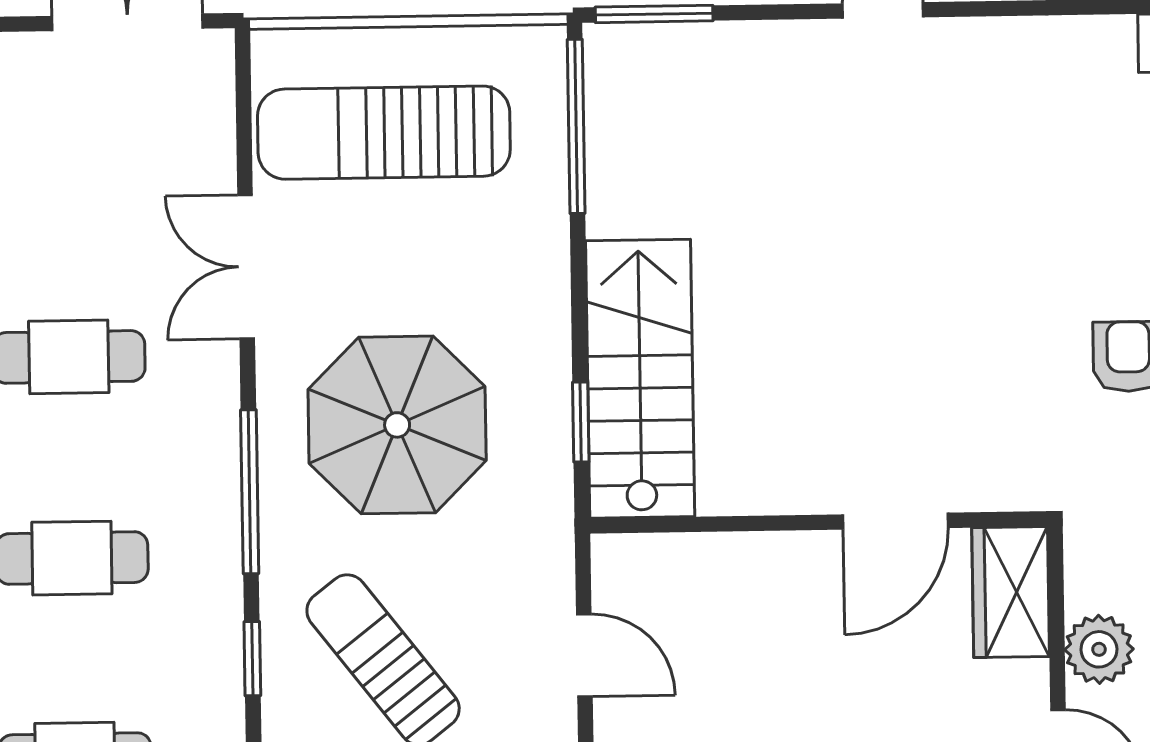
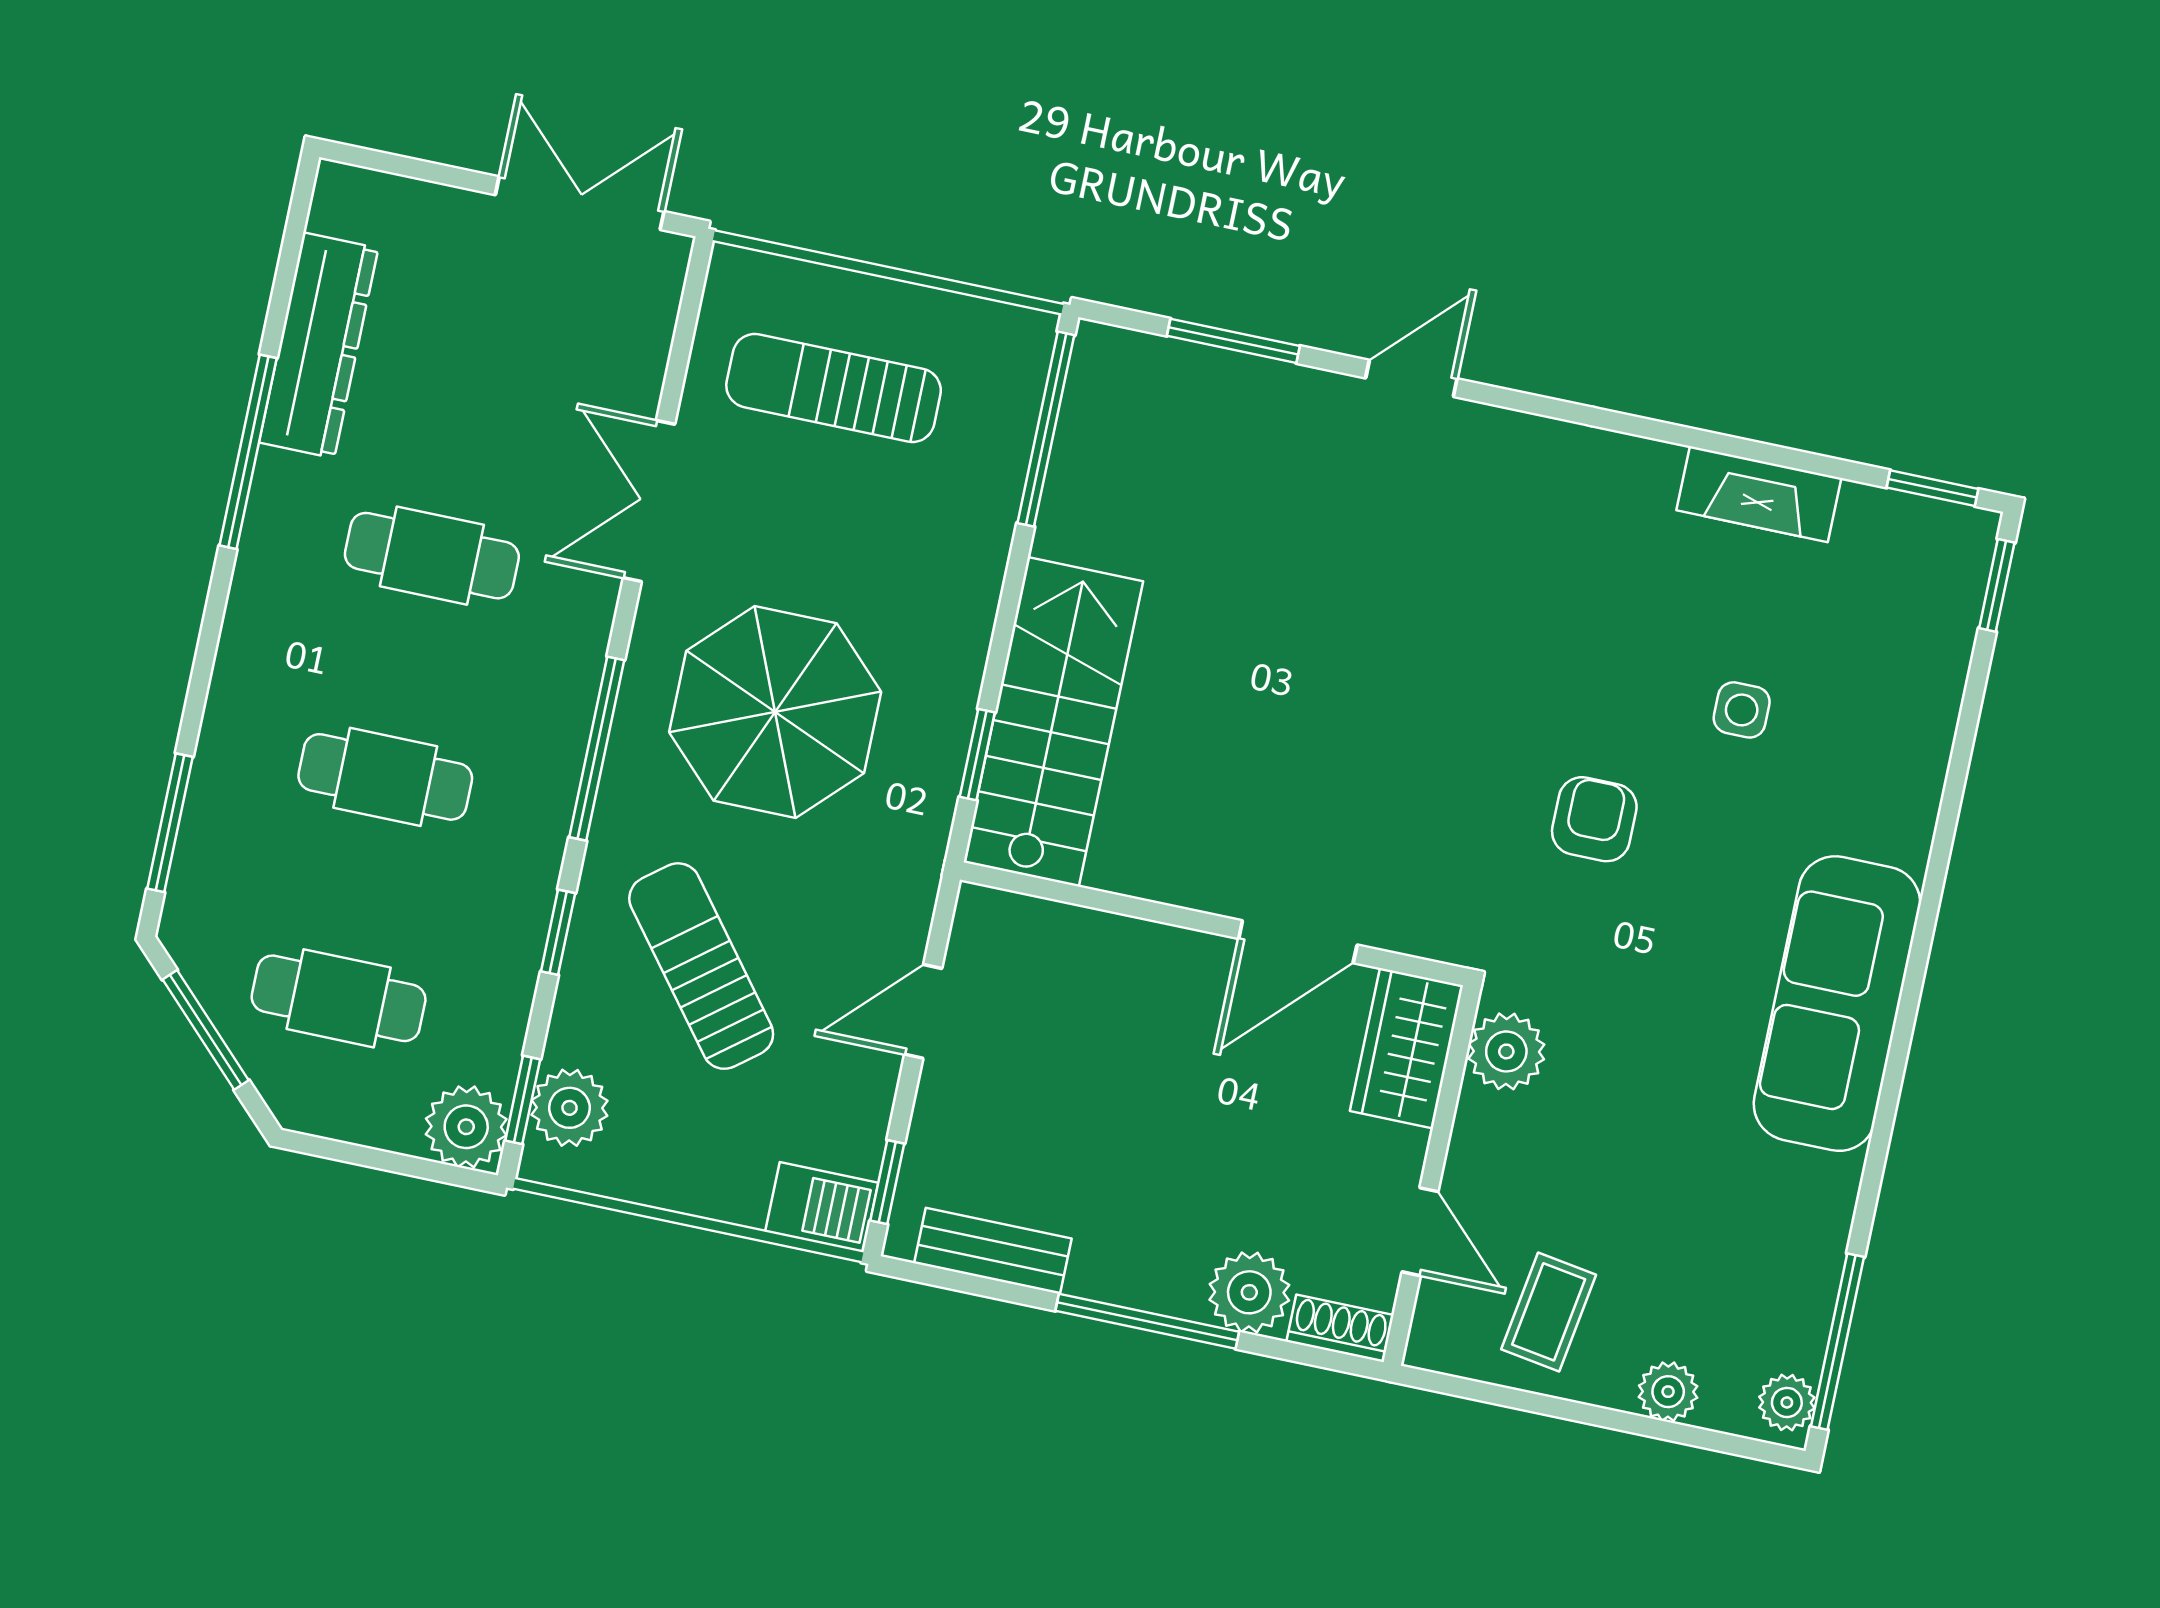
window: (654, 14) -> (1233, 341), moved
sun lounger: (384, 133) -> (834, 388), width x0.73, depth x0.75
plant: (1099, 649) -> (1506, 1051), moved
door: (584, 655) -> (923, 1011), swing flipped

